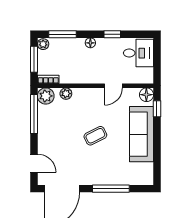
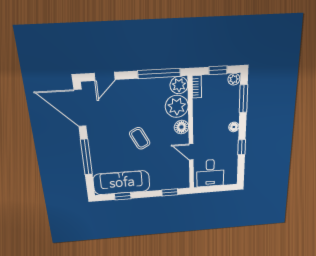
desk: (138, 53) -> (210, 173), moved
window: (34, 59) -> (218, 70), width x0.67
plant: (66, 94) -> (177, 106), width x1.87, depth x1.87
floor lamp: (146, 95) -> (181, 127), moved
sofa: (142, 134) -> (122, 183), moved
window: (157, 157) -> (123, 196), added

